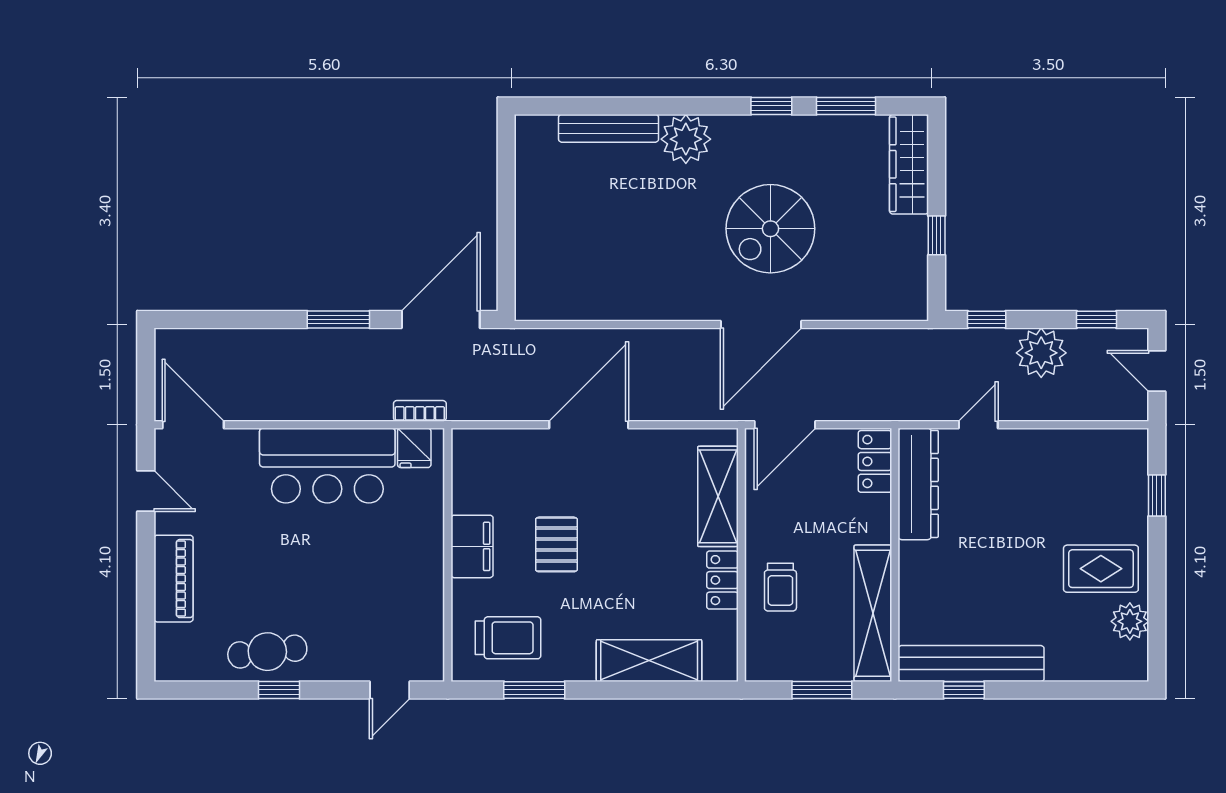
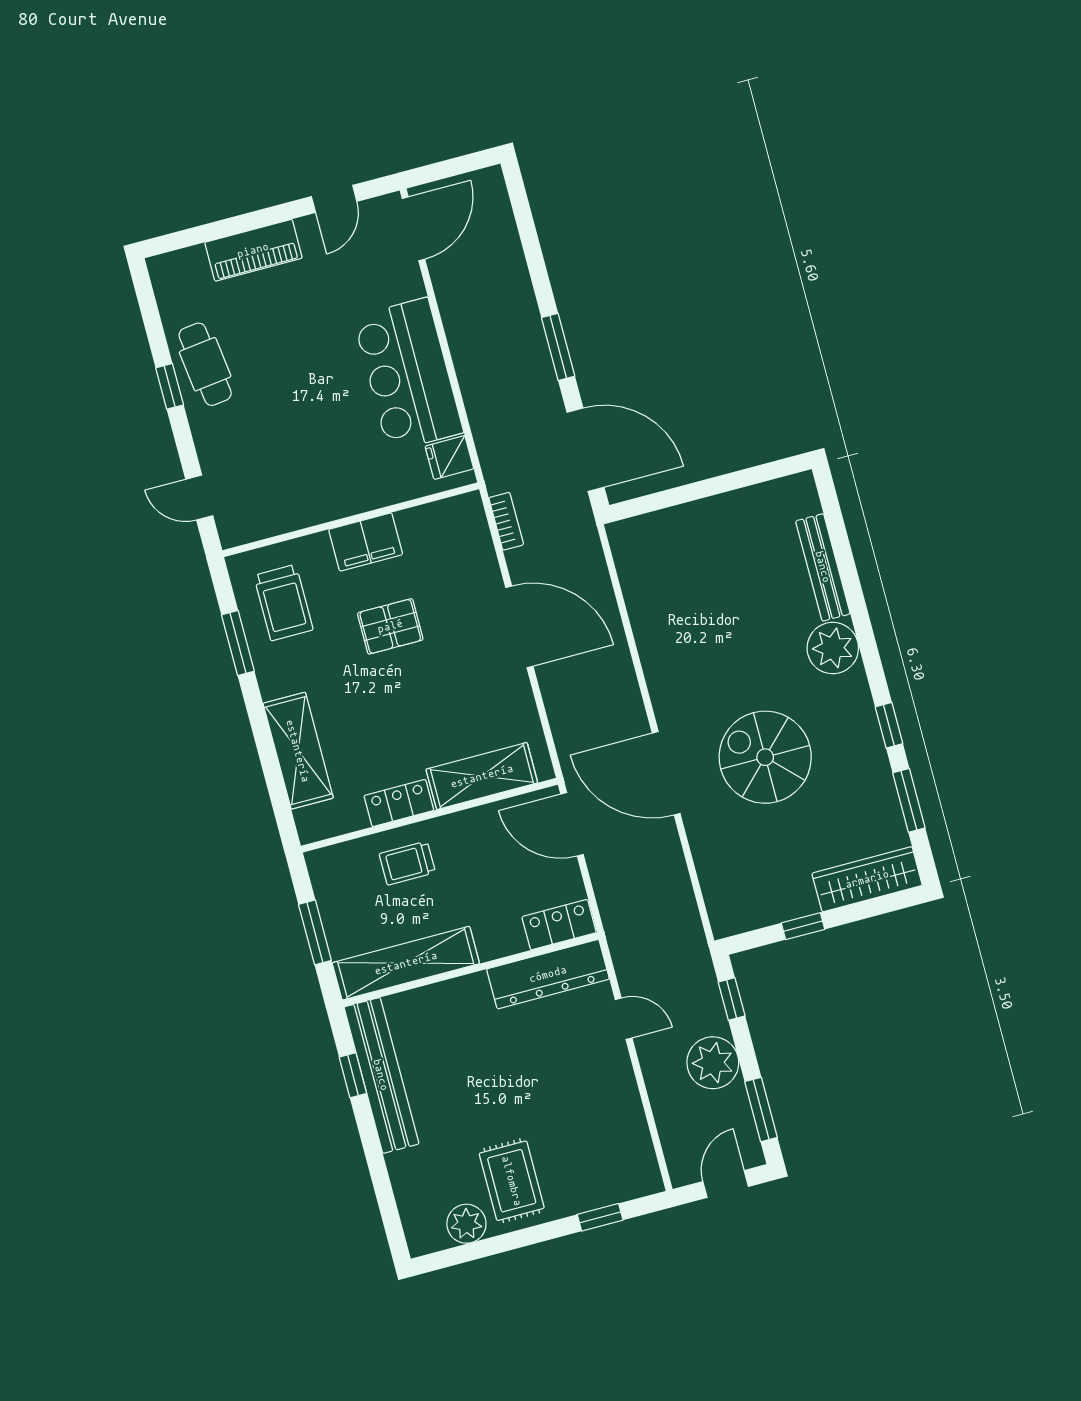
window: (1097, 320) -> (761, 1110), width x1.50
bookcase: (420, 411) -> (506, 521), moved

